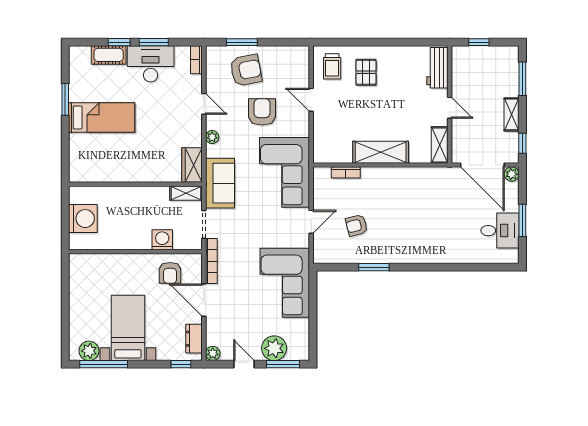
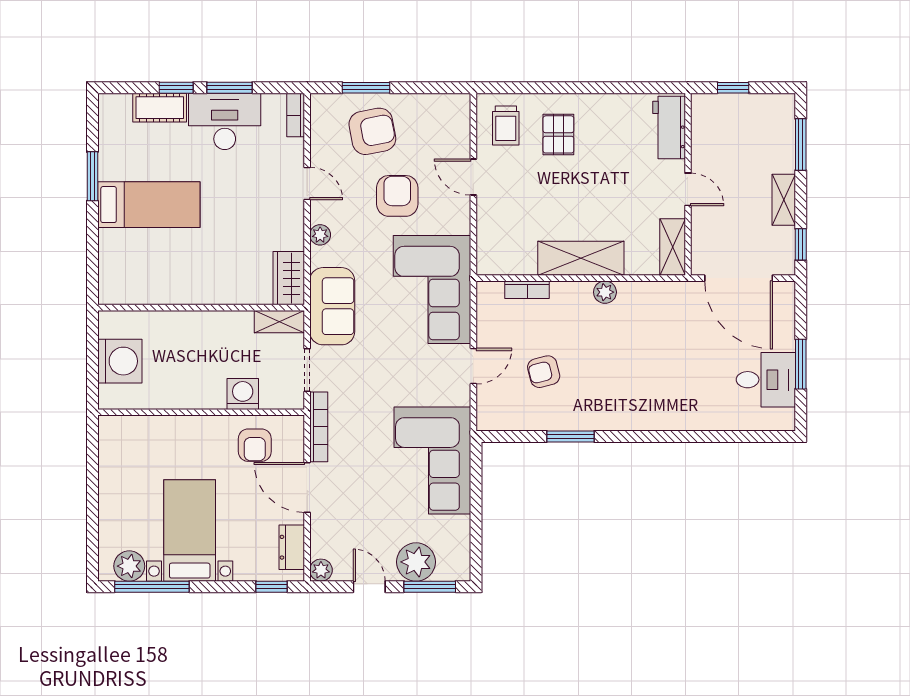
plant: (512, 174) -> (605, 292), moved

